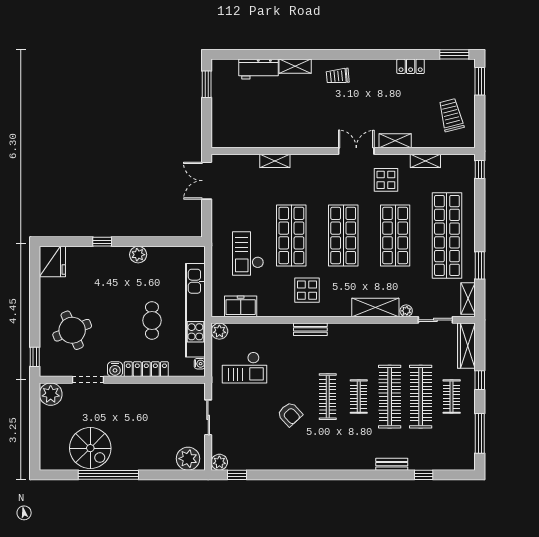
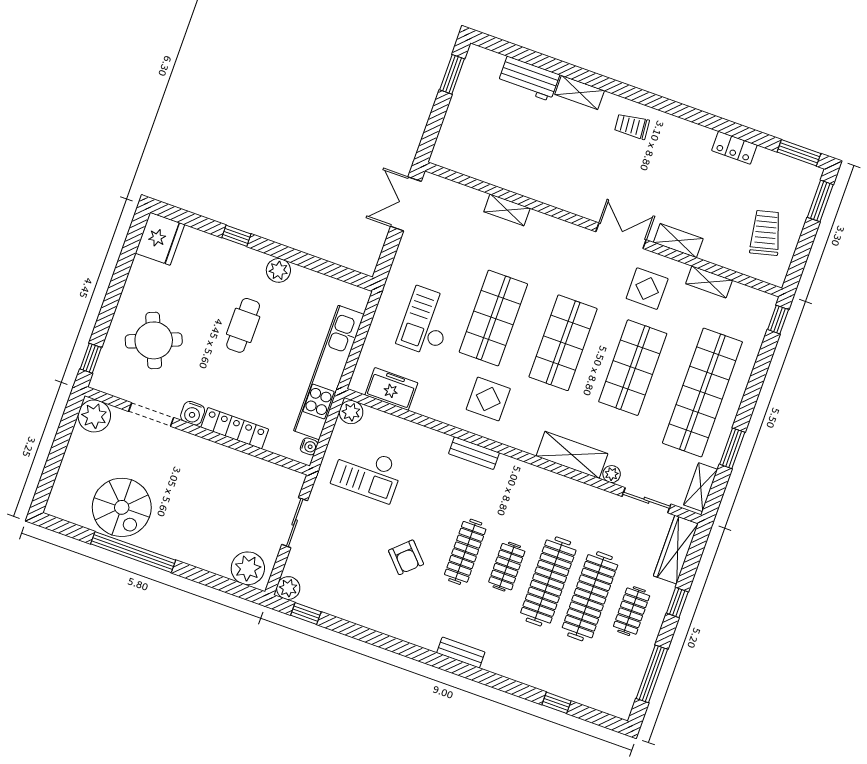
cafe table: (152, 320) -> (243, 325), moved
bench: (392, 464) -> (461, 653), moved

